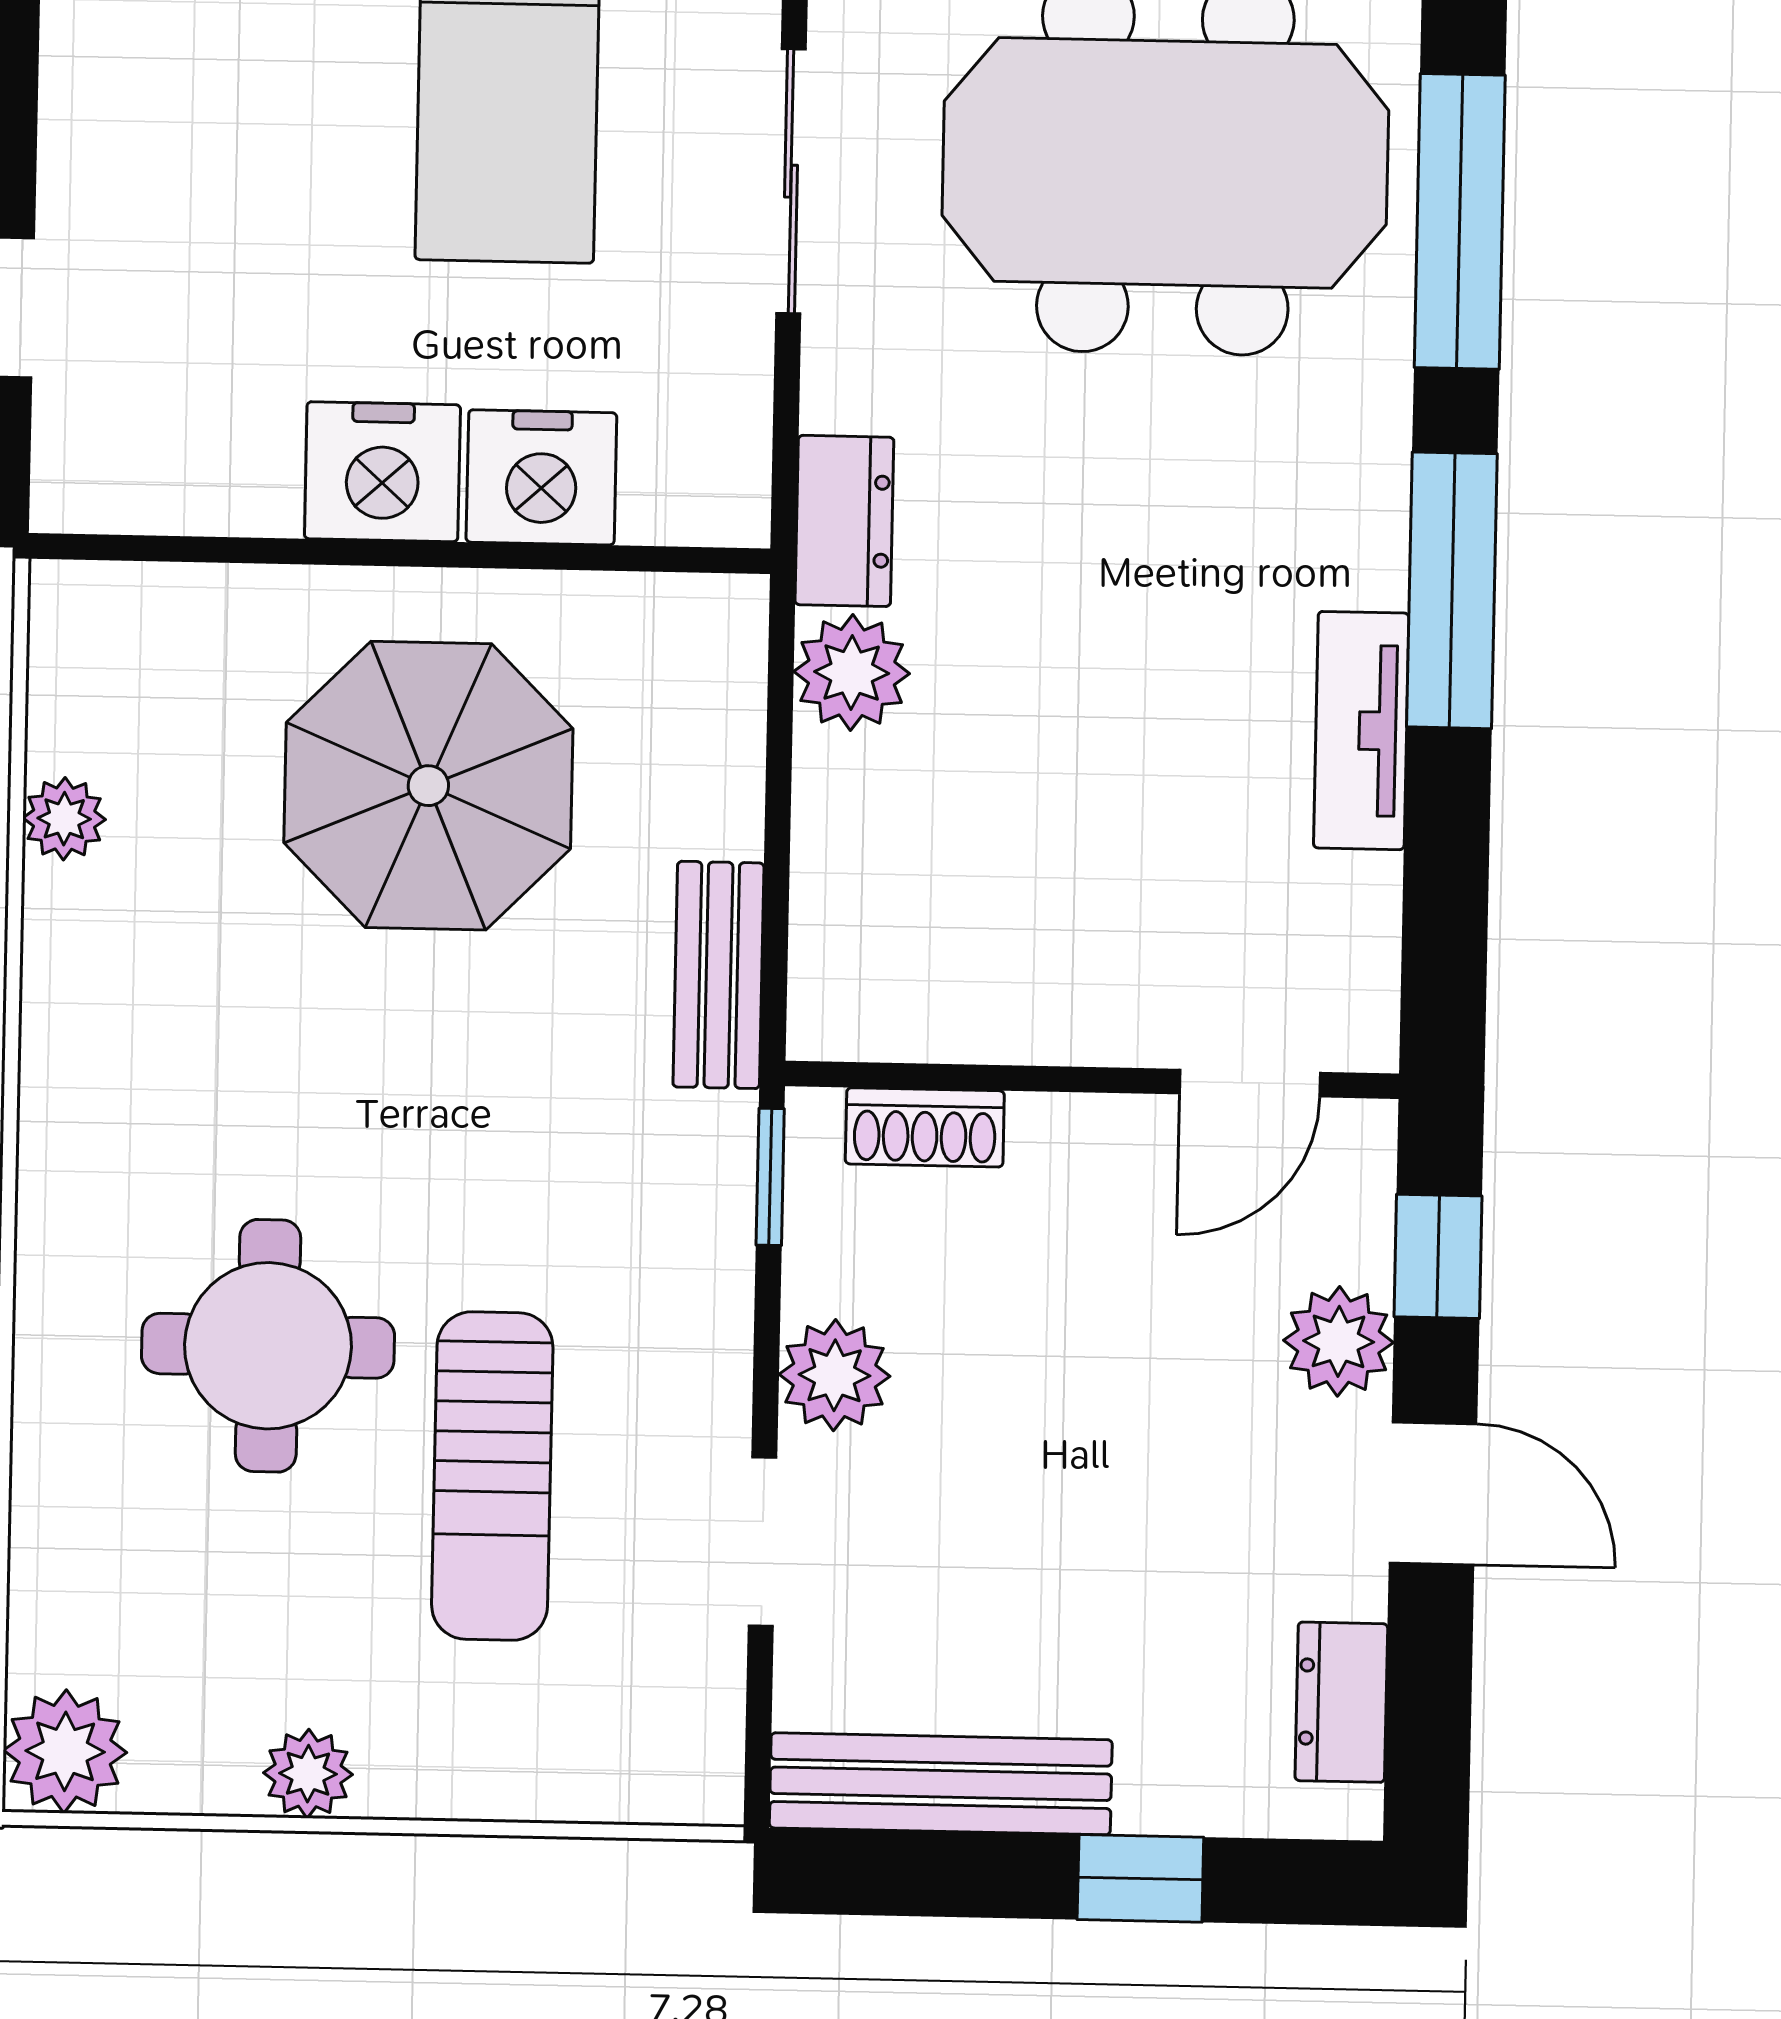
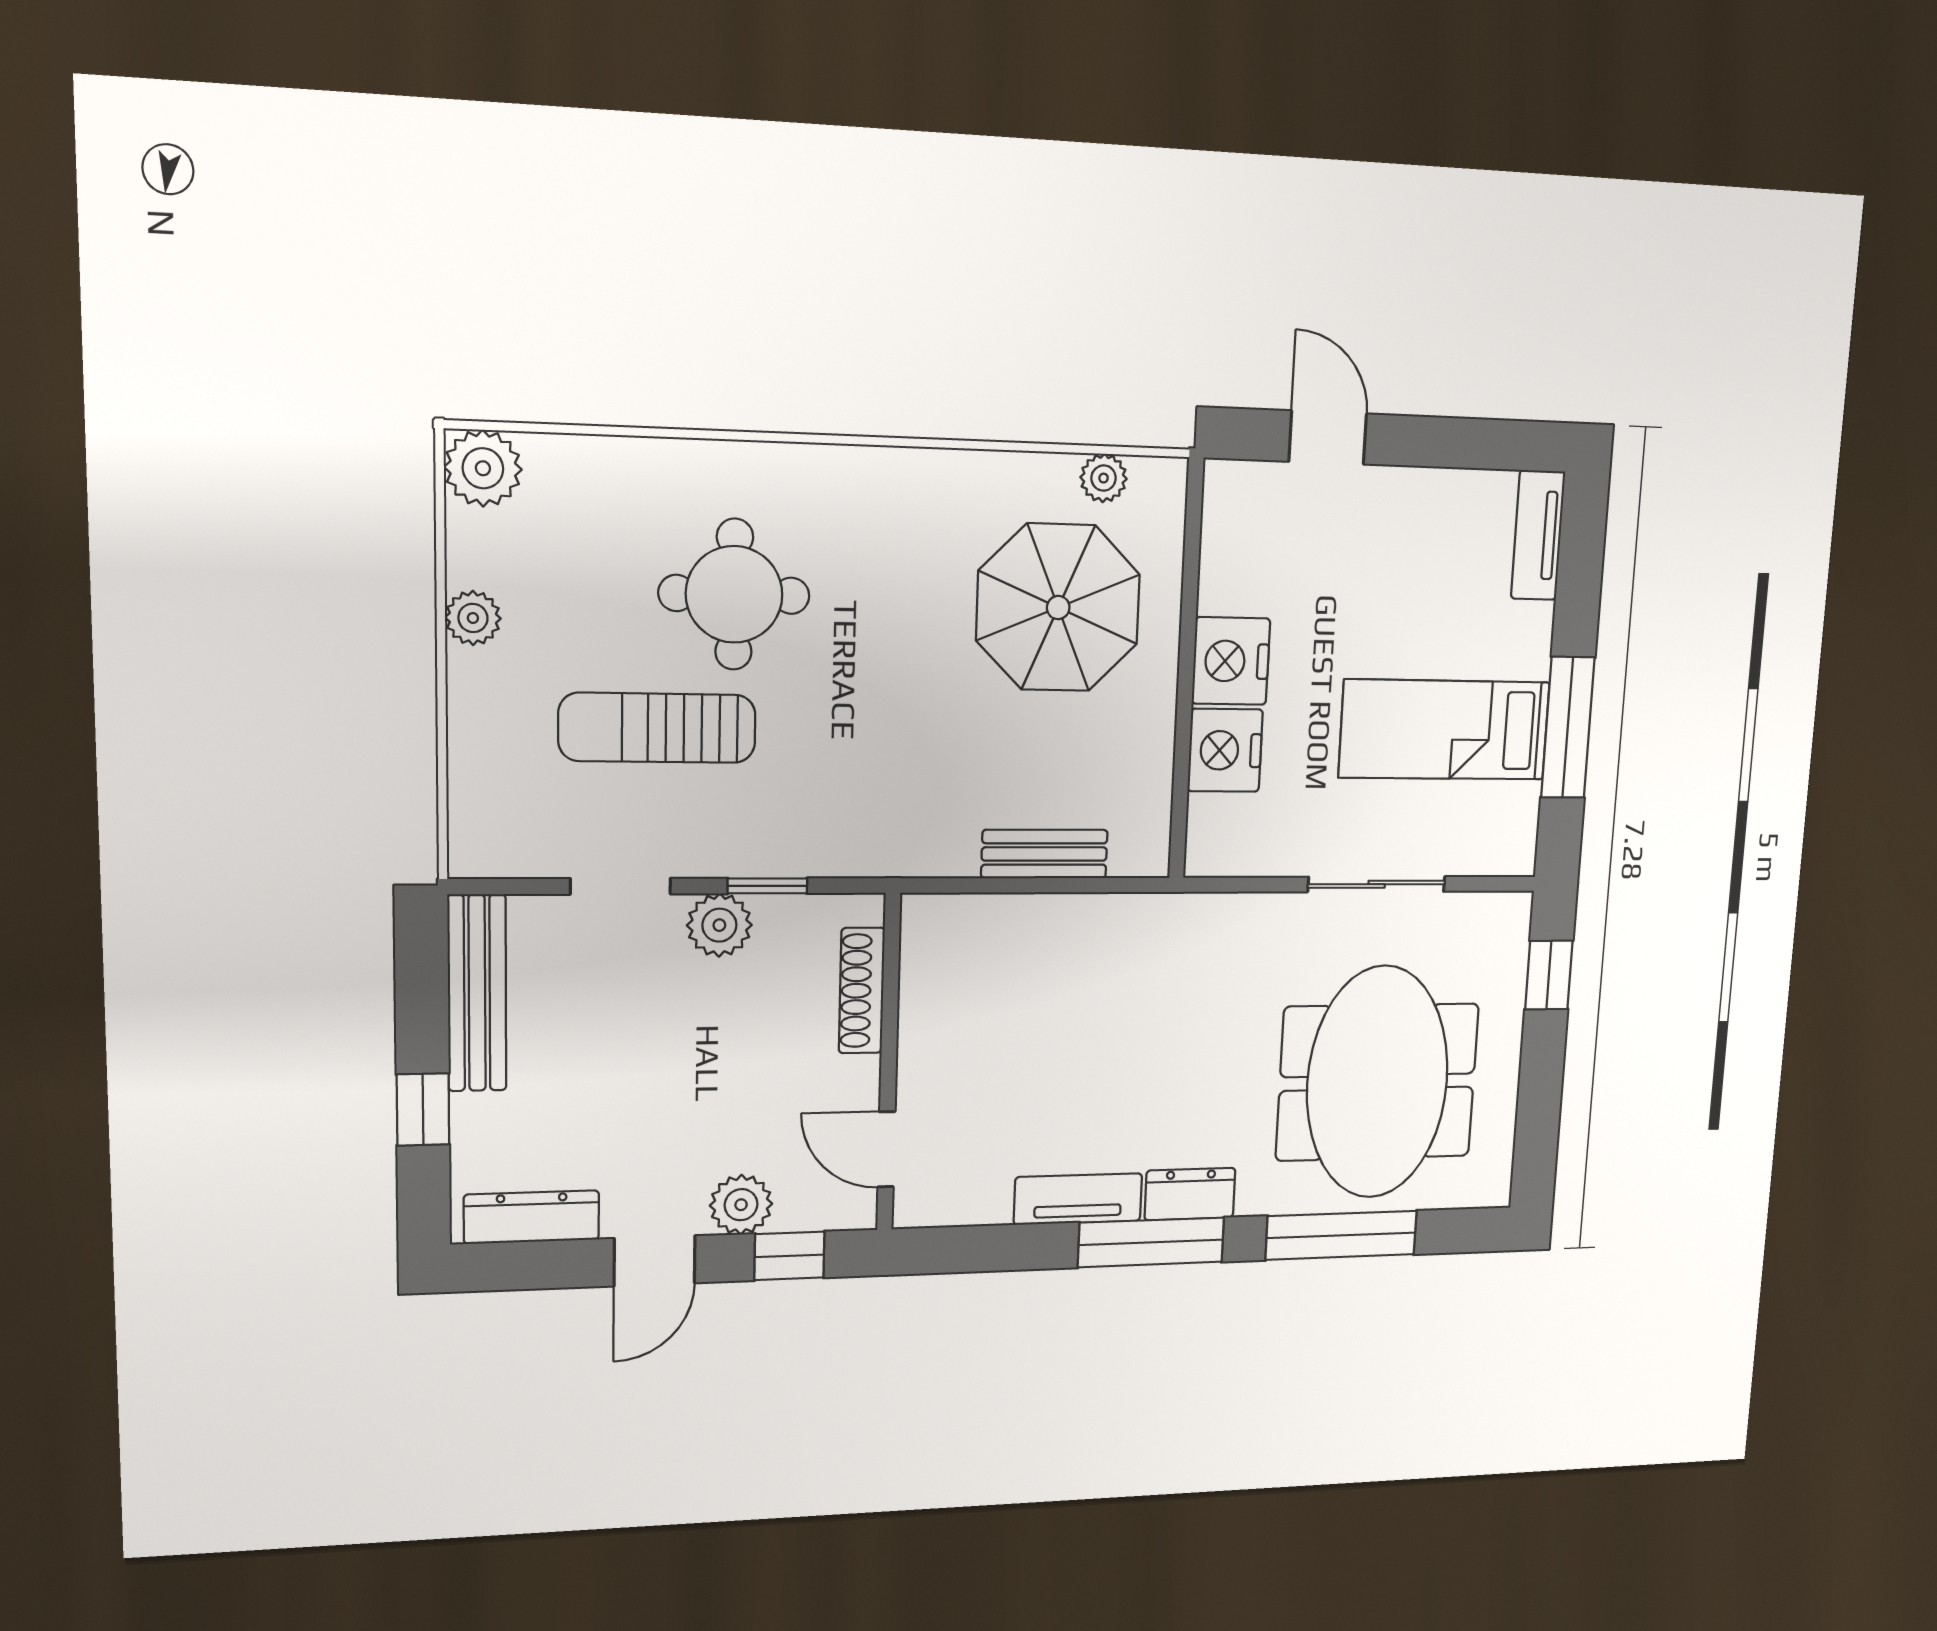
dresser: (844, 521) -> (1190, 1194), moved, turned 180
plant: (852, 673) -> (1115, 924), removed
parasol: (428, 786) -> (1058, 608), moved
plant: (64, 819) -> (1104, 478), moved
bench: (718, 975) -> (1044, 854), moved
shoe rack: (925, 1127) -> (862, 991), width x1.43
window: (770, 1177) -> (767, 886), moved
dresser: (1341, 1702) -> (532, 1217), width x1.44

